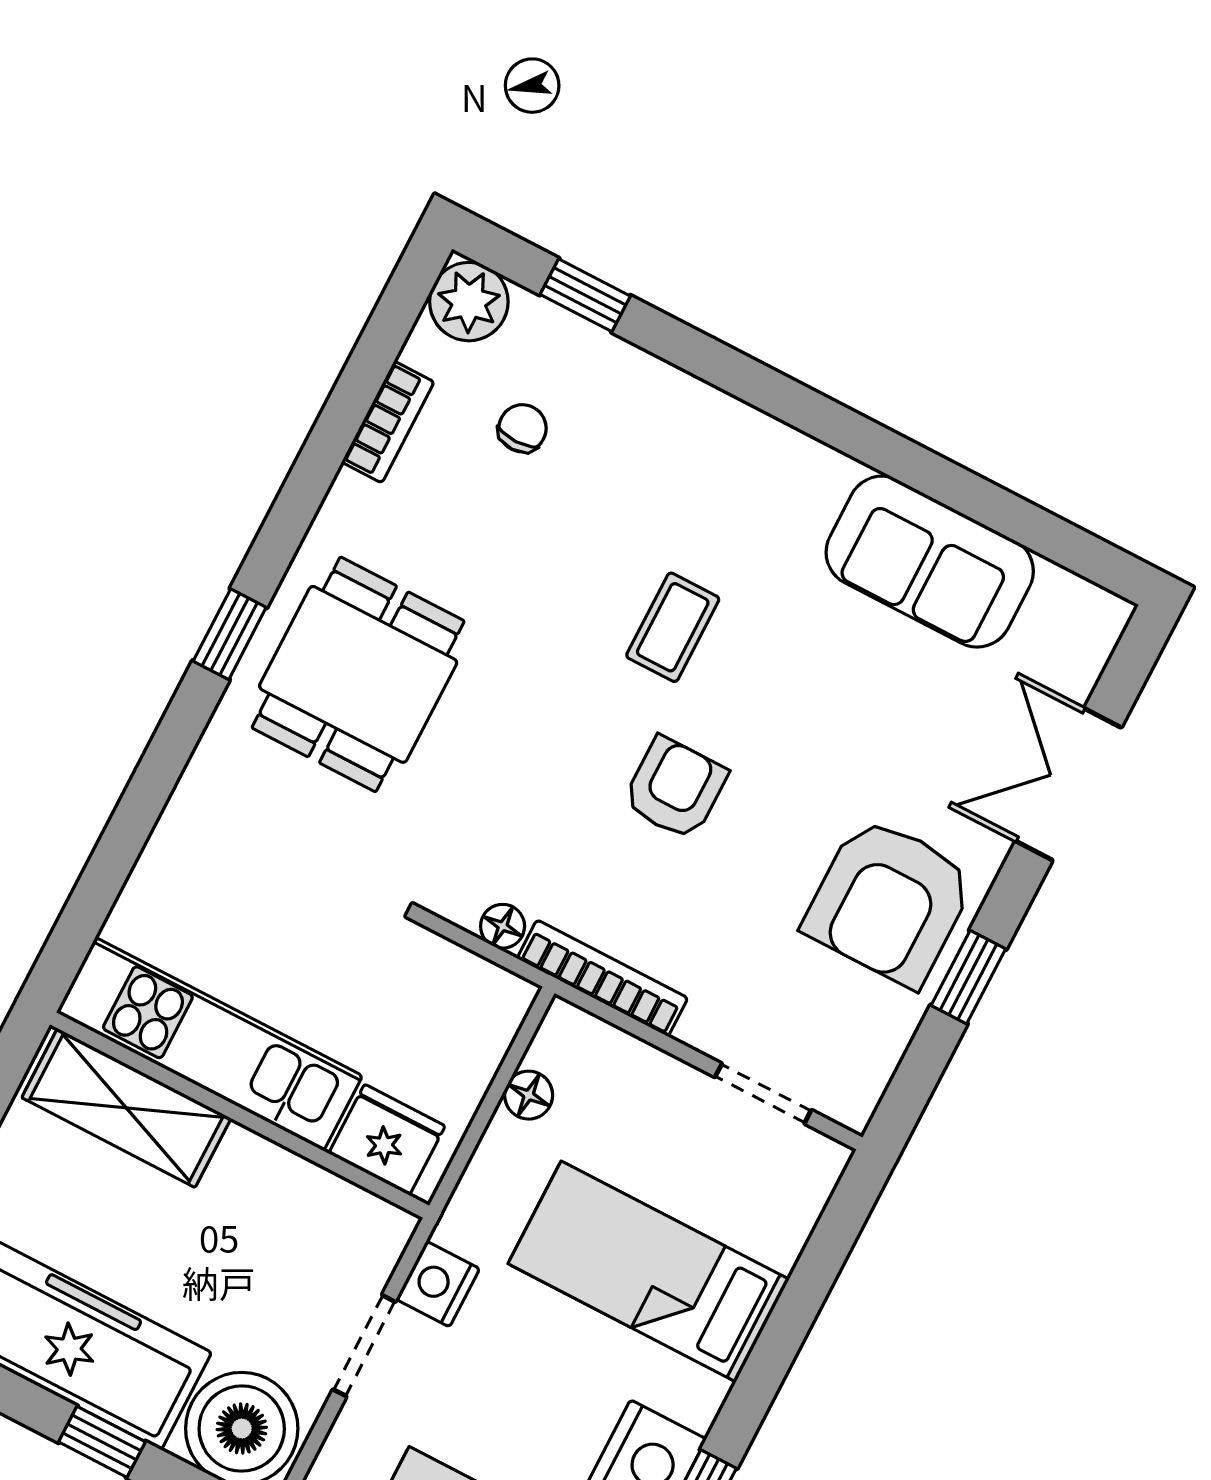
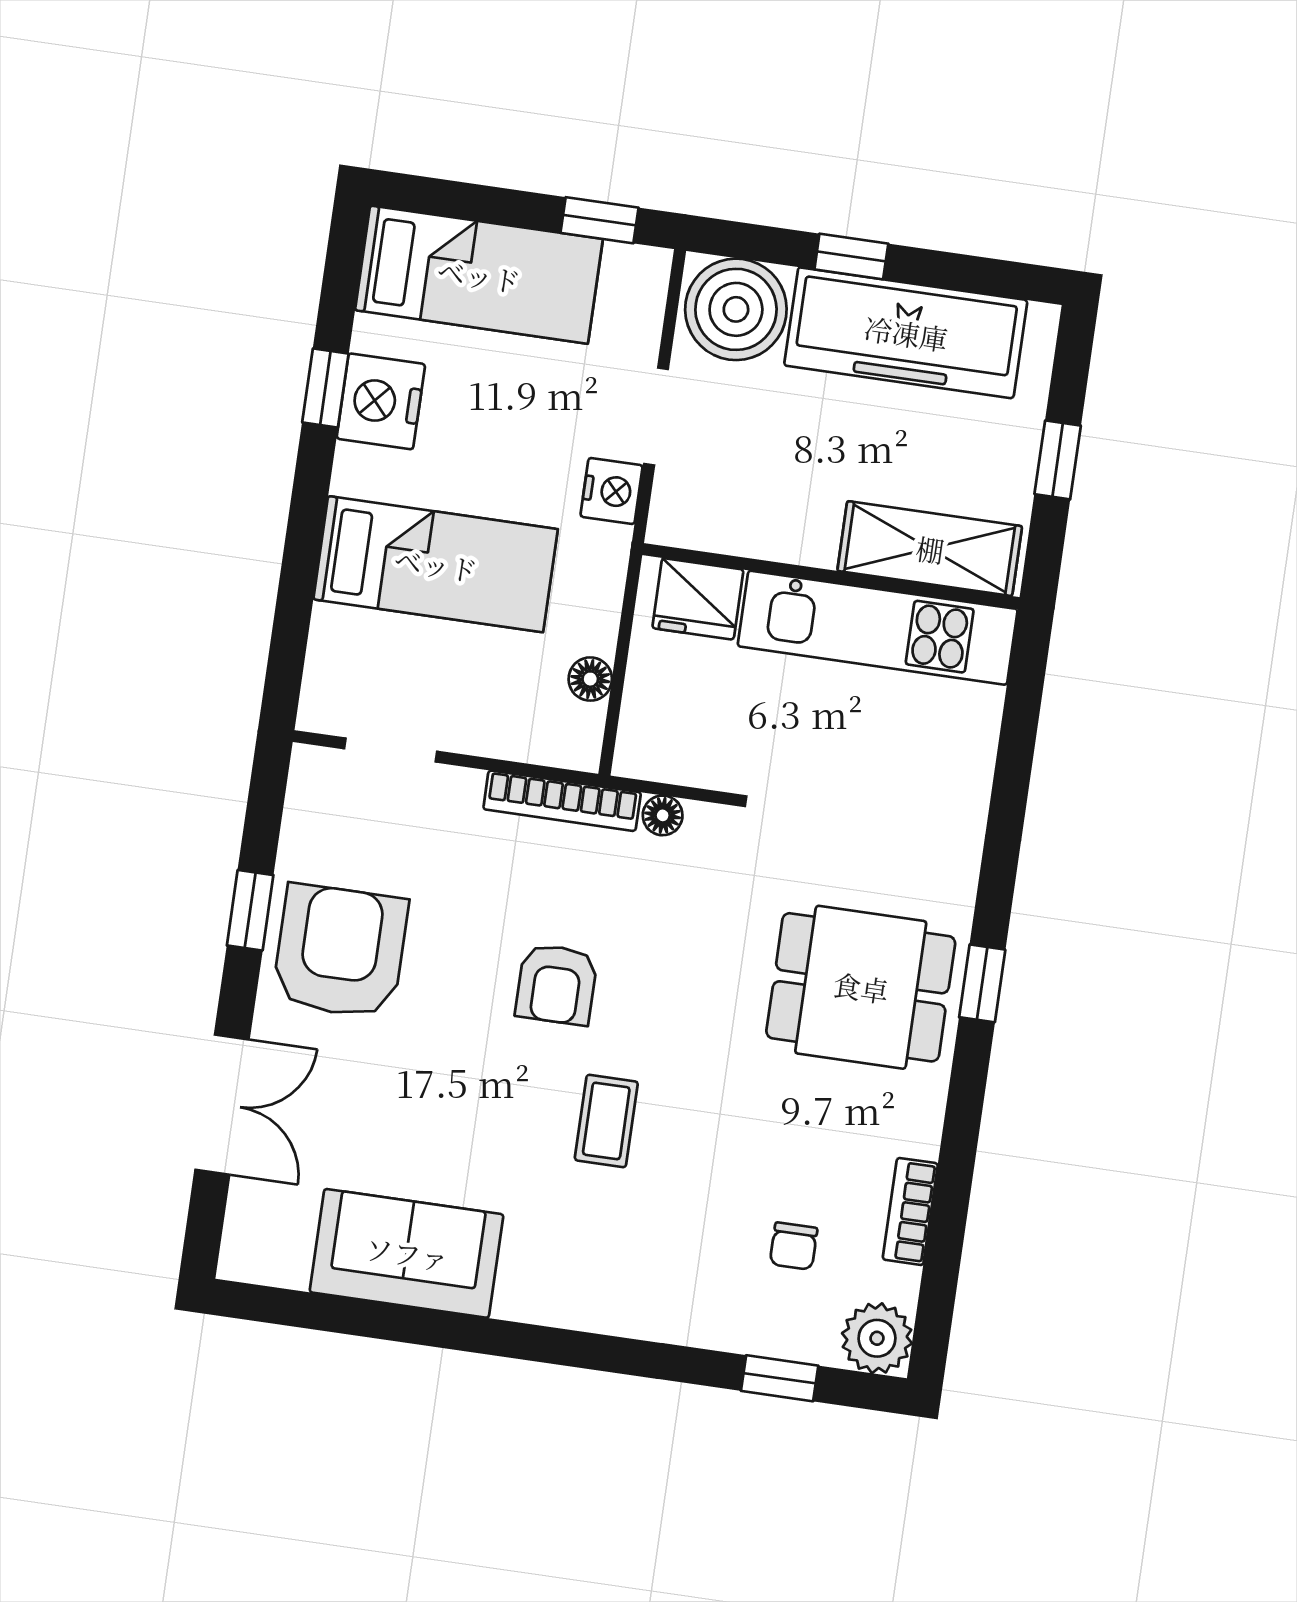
dining table: (358, 674) -> (861, 987), turned 90

